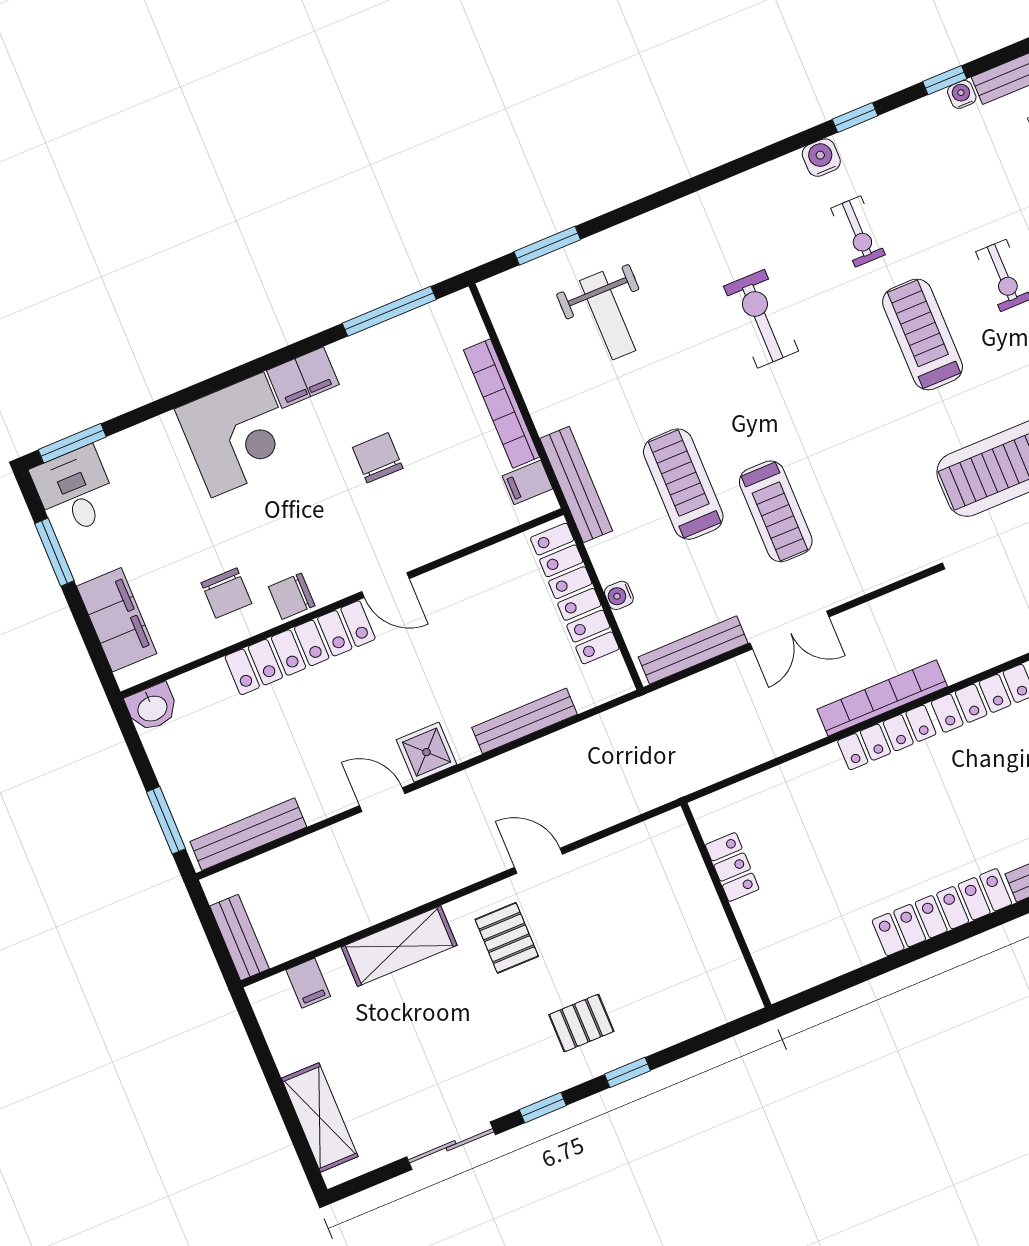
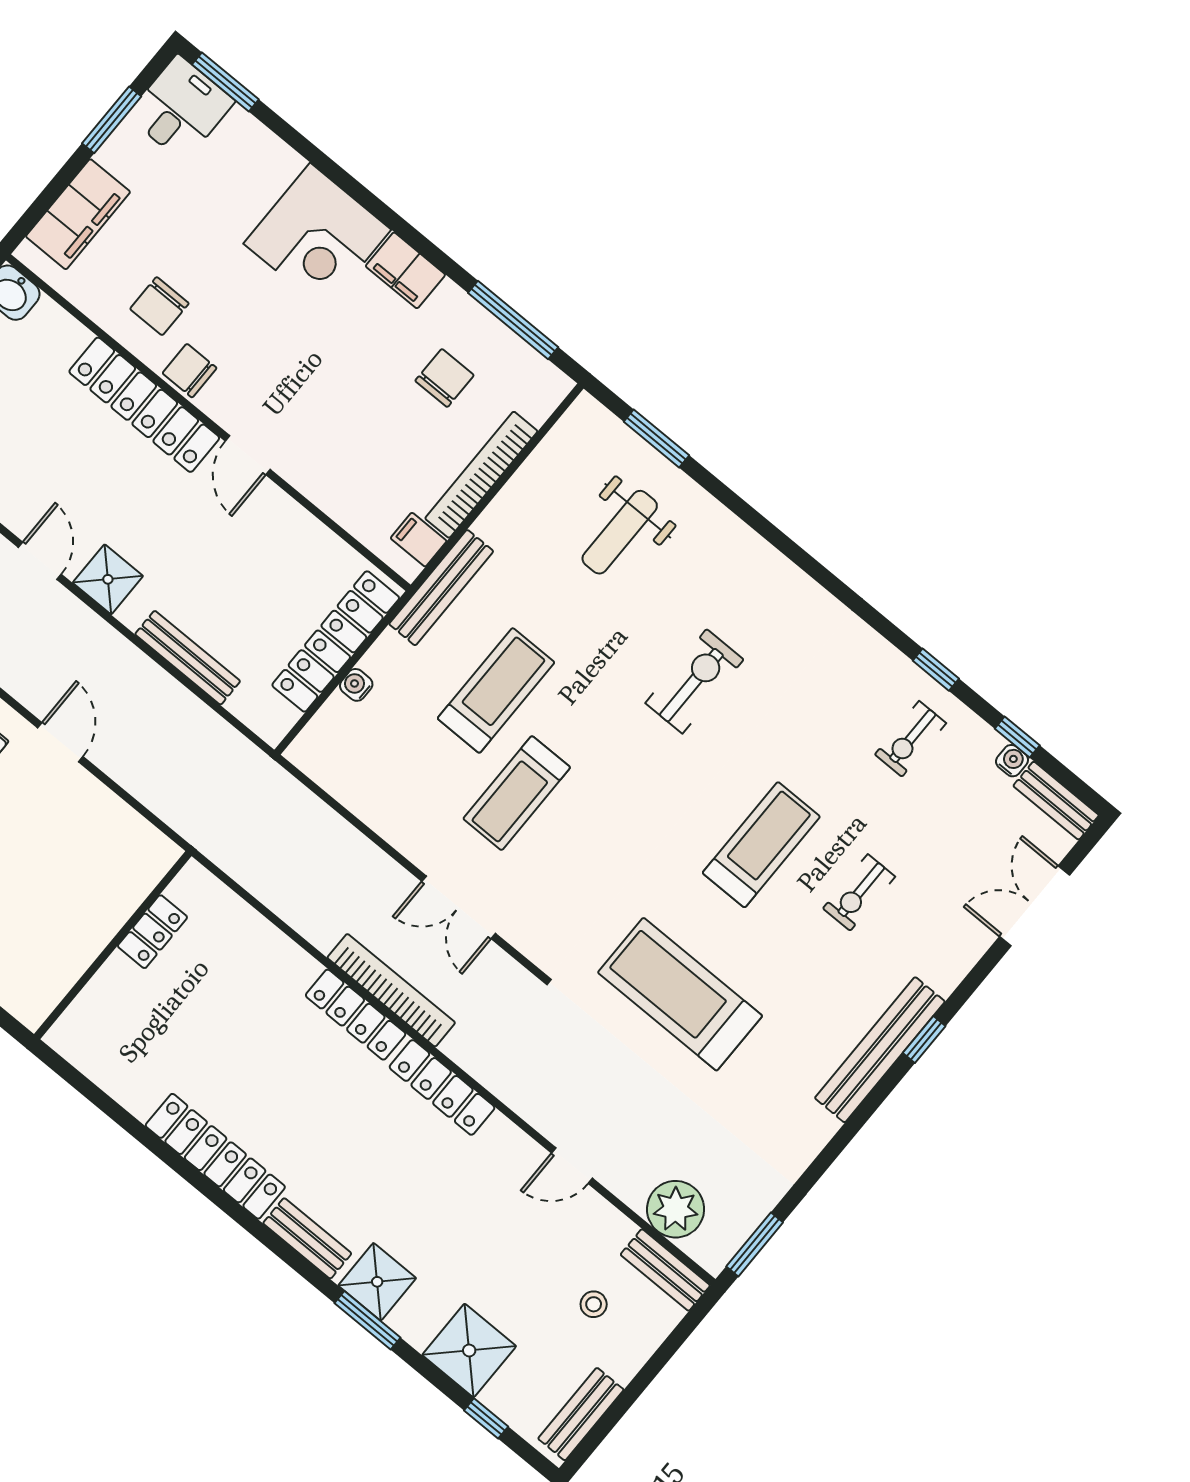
water cooler: (821, 158) -> (880, 658), removed
exercise bike: (858, 231) -> (910, 739), moved
chair: (378, 458) -> (445, 378), moved
double door: (790, 630) -> (459, 907), moved
bench: (693, 650) -> (341, 784), removed

